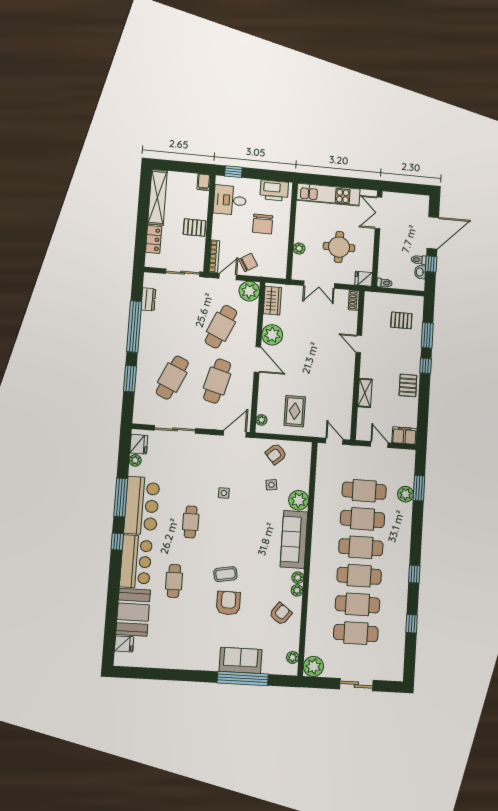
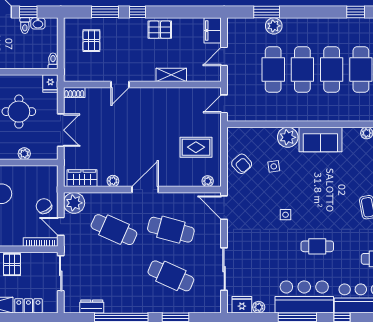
plant: (272, 335) -> (113, 181), width x0.53, depth x0.53
sofa: (294, 539) -> (320, 139), width x0.73

